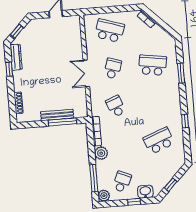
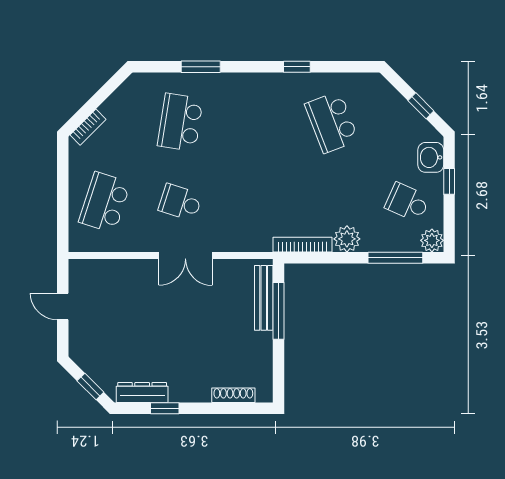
school desk: (116, 106) -> (256, 202), removed
bench: (57, 115) -> (264, 298), moved

